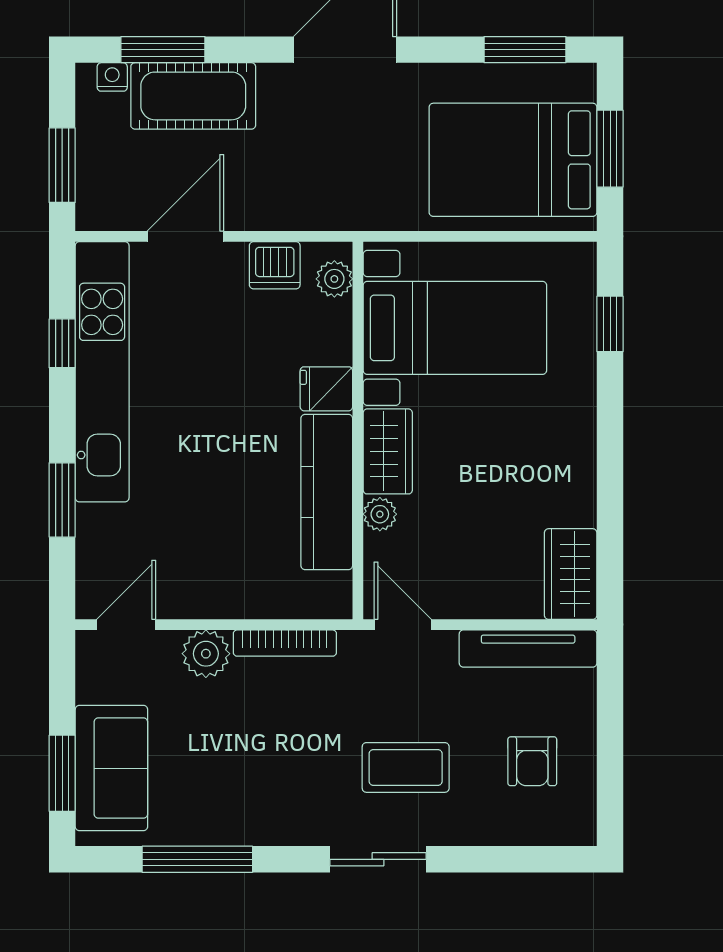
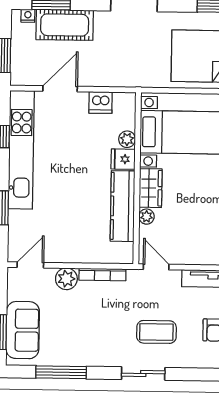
plant: (334, 279) -> (127, 139), moved

